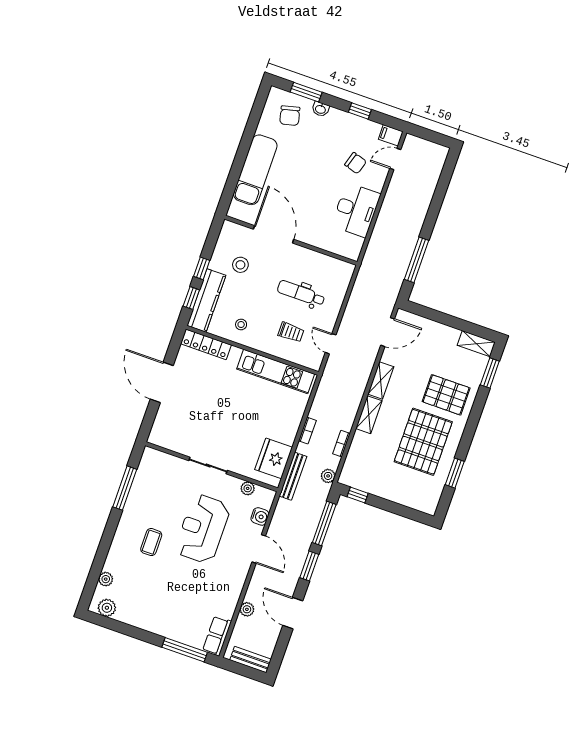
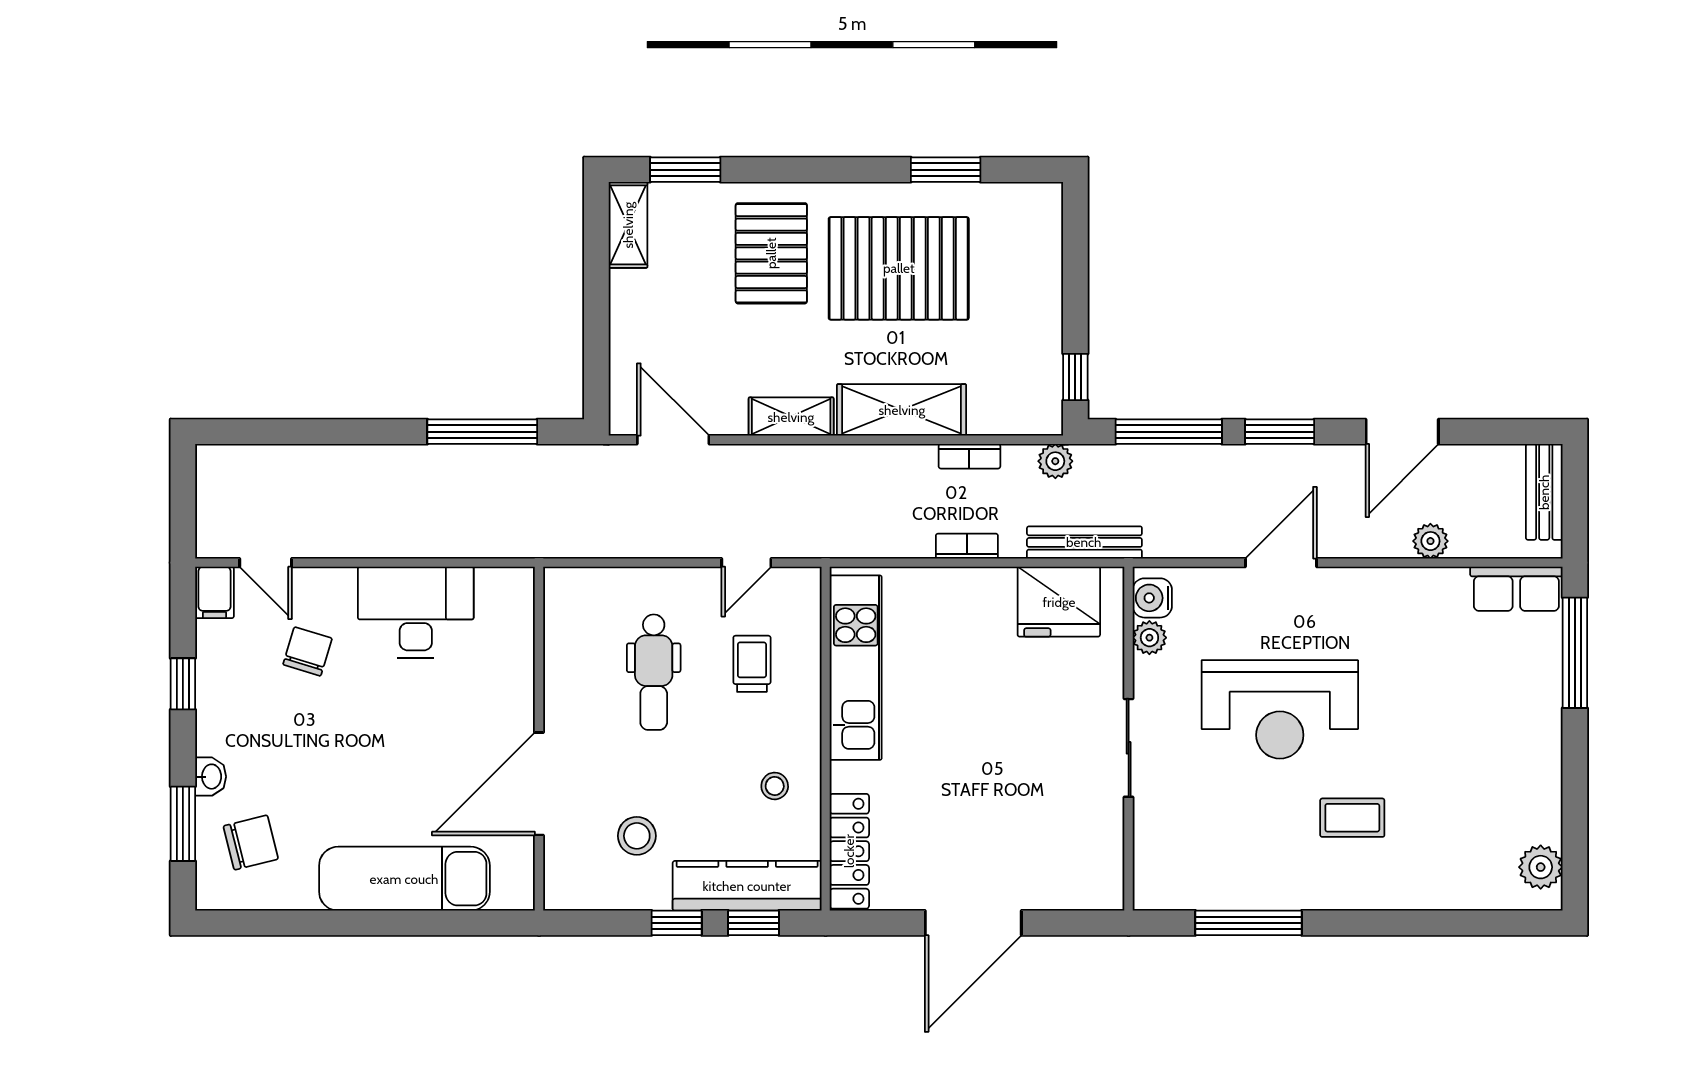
shelving: (369, 415) -> (902, 410), width x1.50, depth x1.33
water cooler: (260, 516) -> (1152, 598), moved, turned -90
plant: (106, 579) -> (1475, 893), removed

